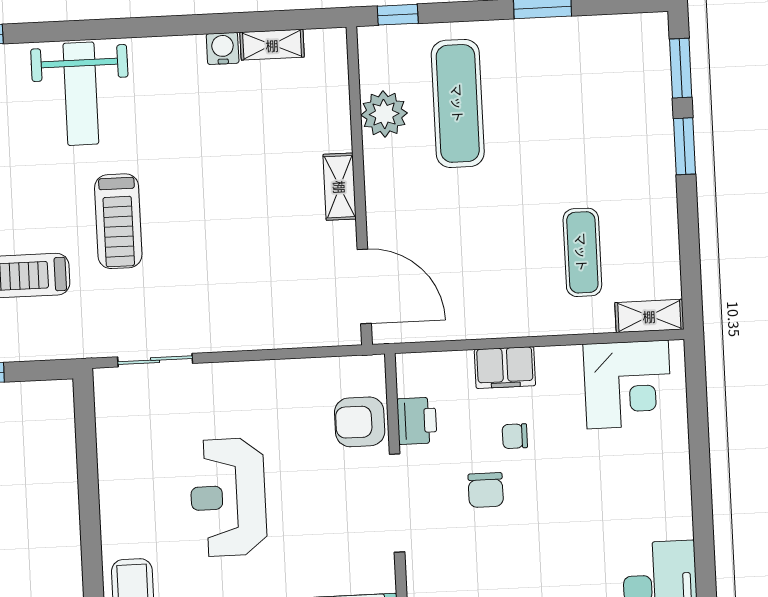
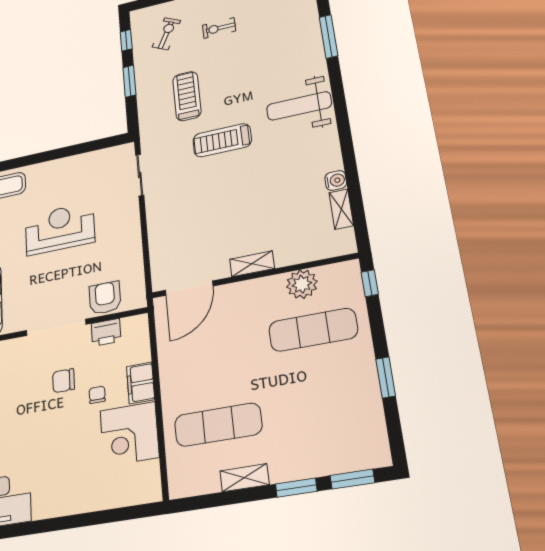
exercise mat: (582, 252) -> (218, 425), width x1.36, depth x1.45
shelving: (649, 316) -> (245, 478), moved, turned 90
corner desk: (628, 384) -> (129, 434), moved

